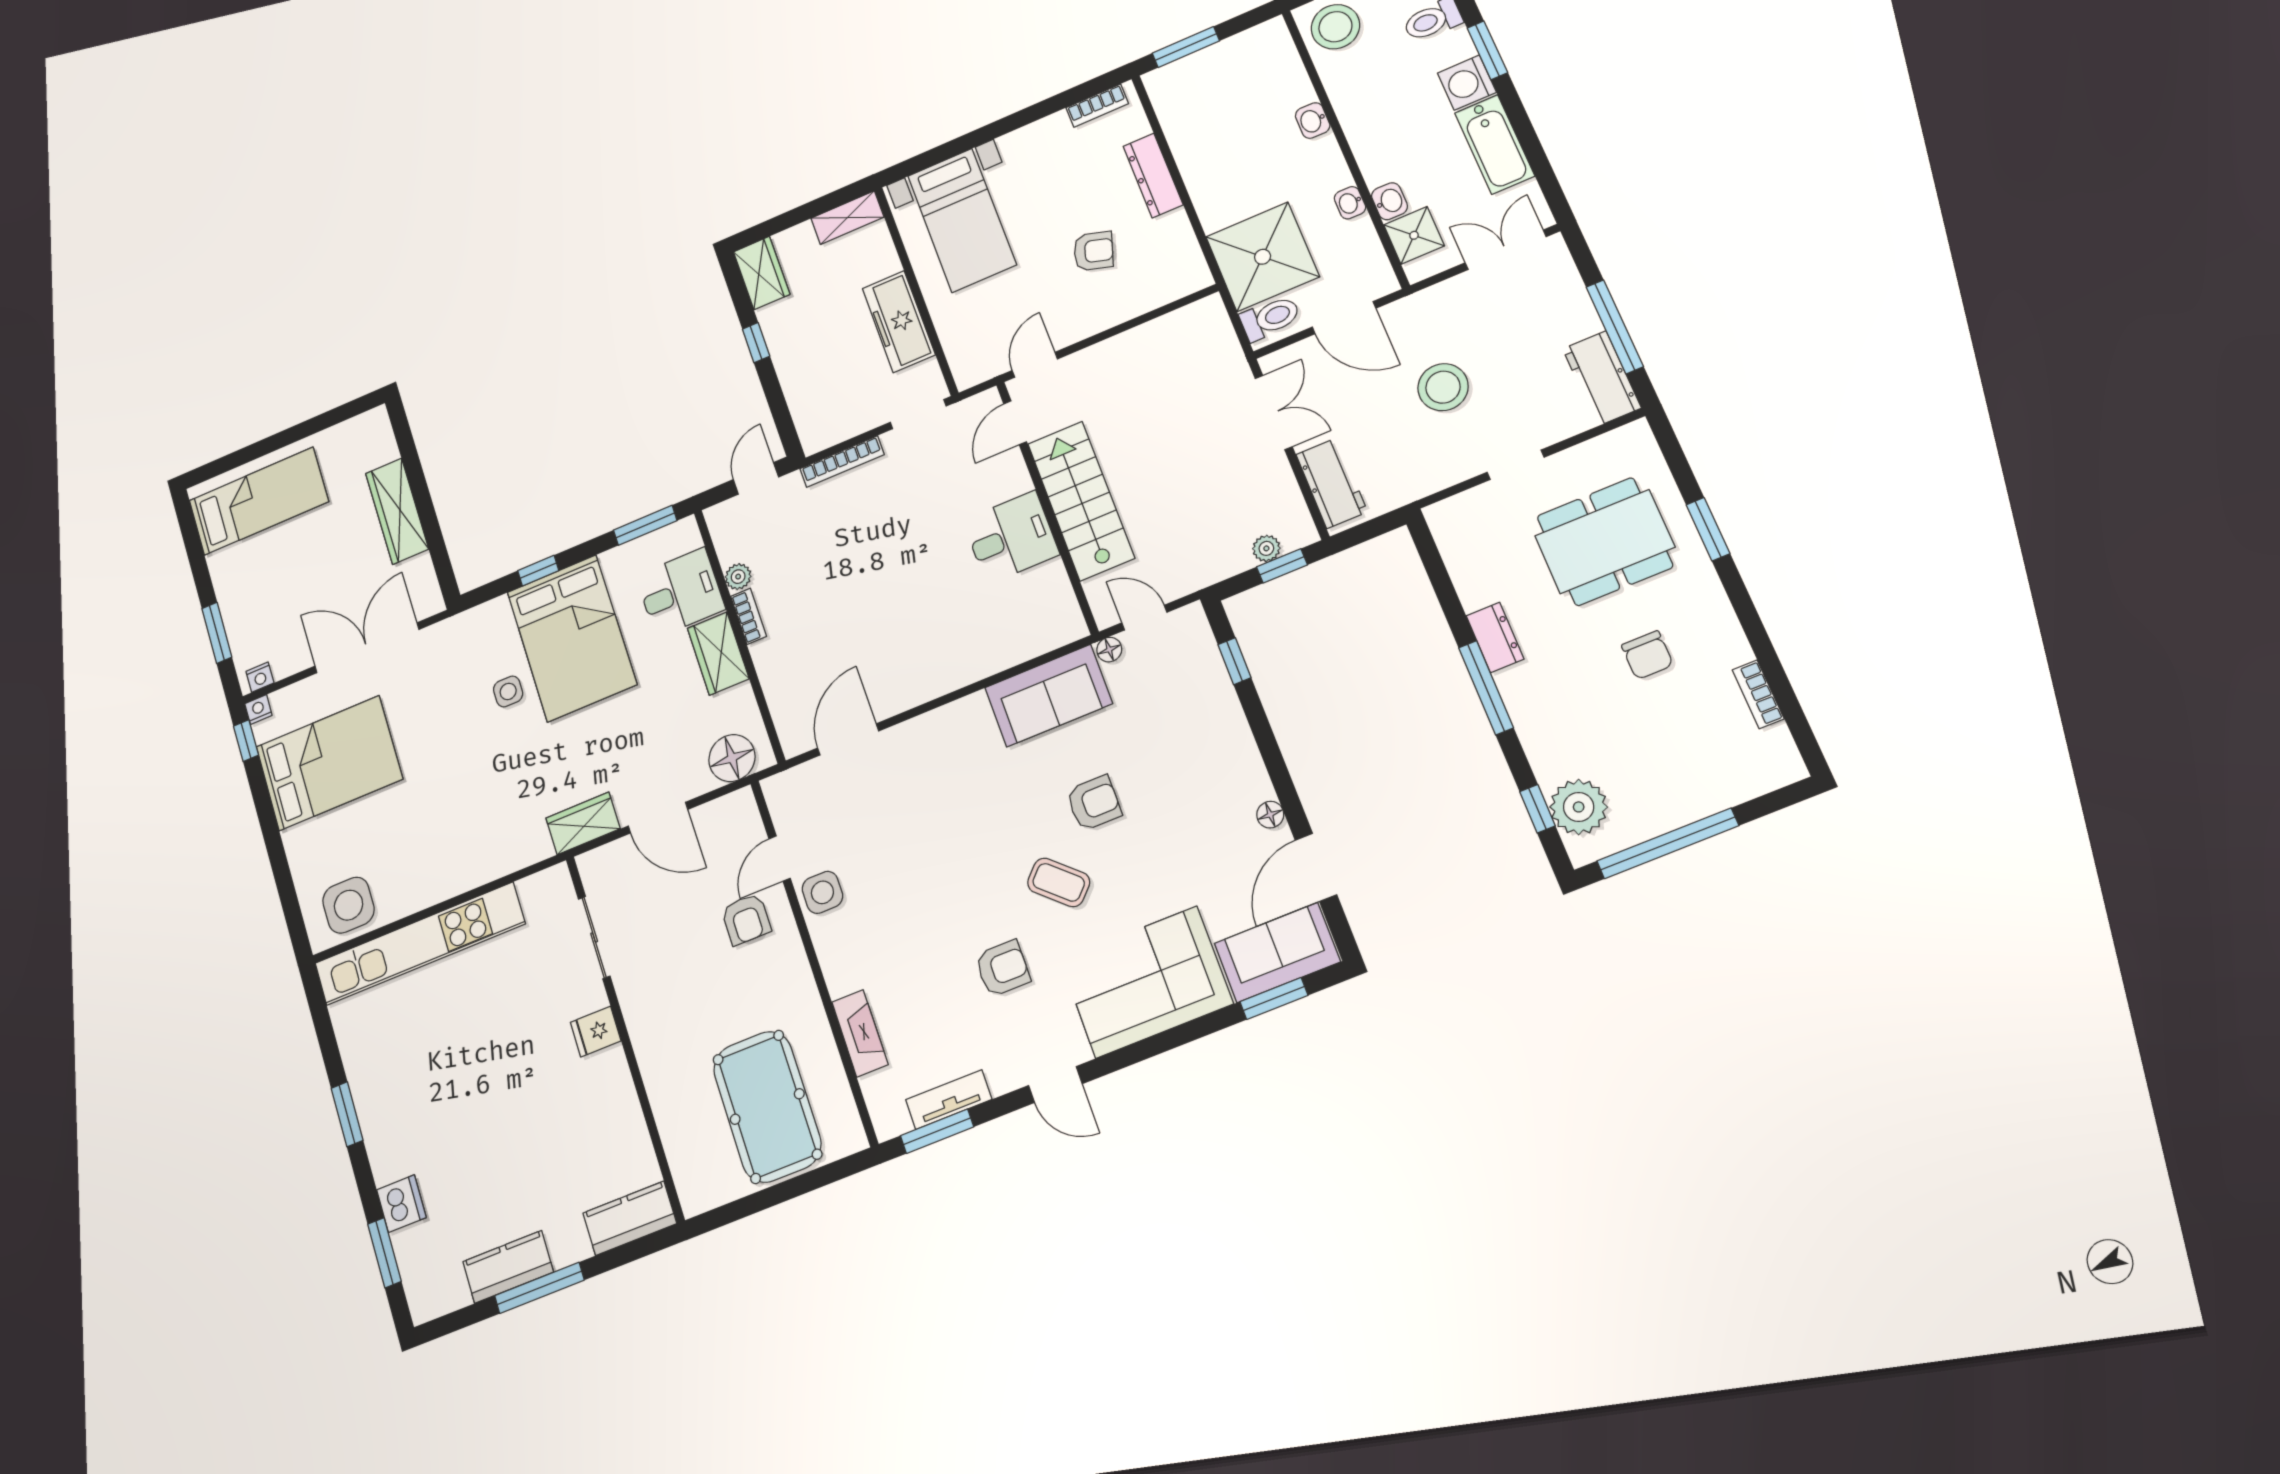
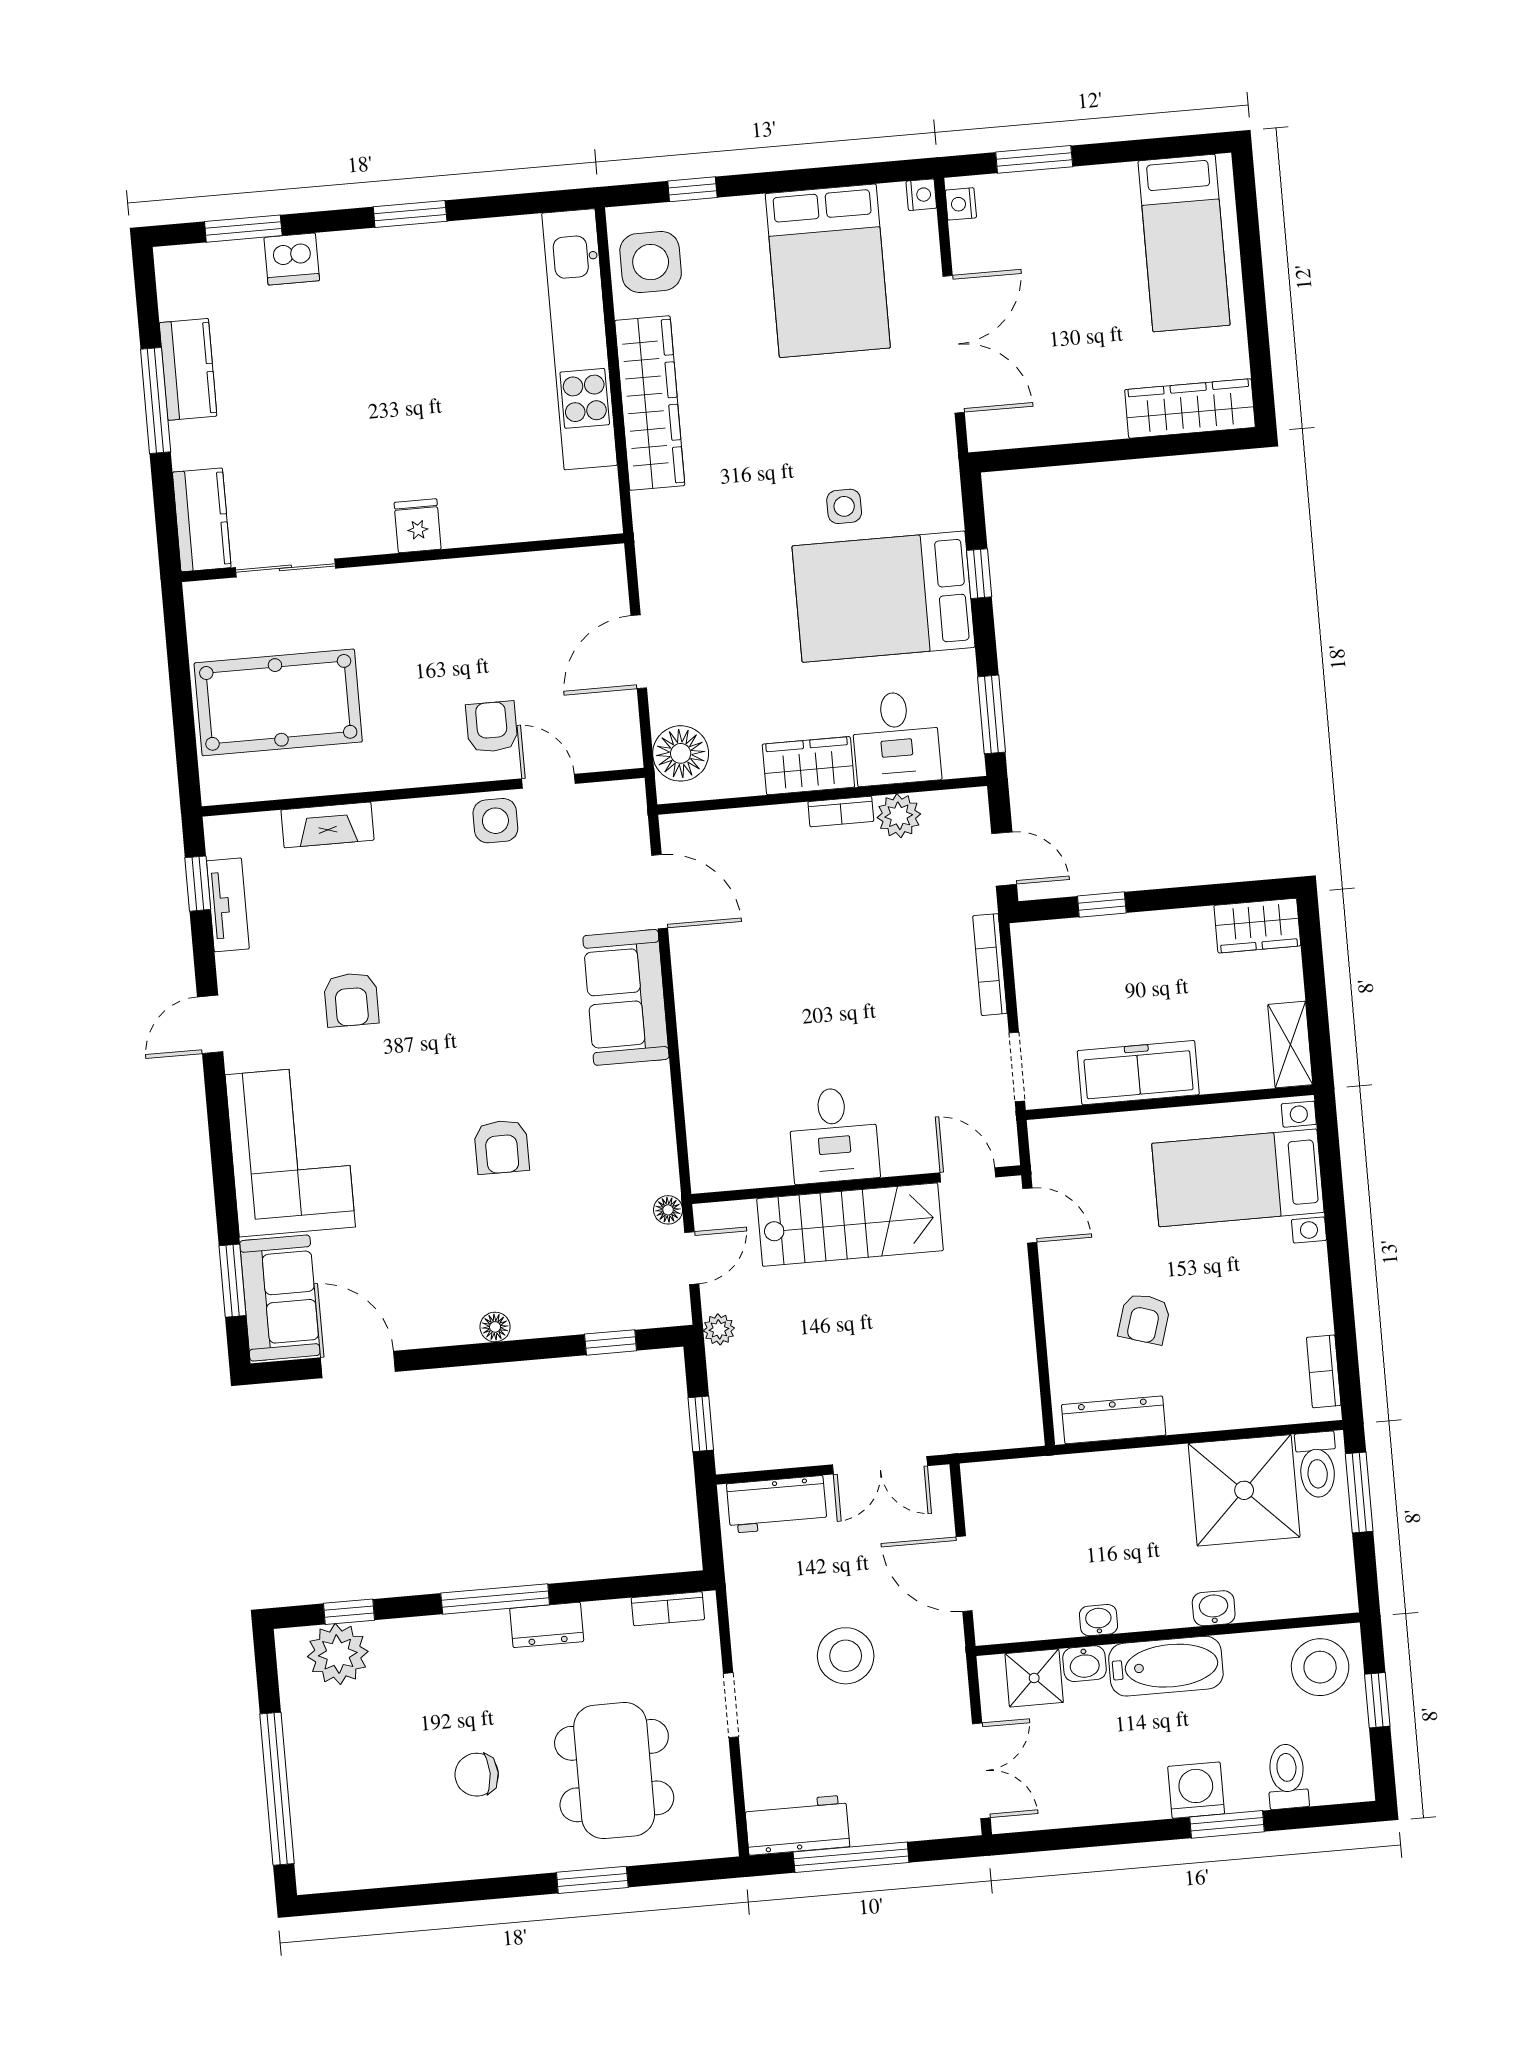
bathtub: (1495, 144) -> (1166, 1666), moved, turned 180
dresser: (1153, 175) -> (1114, 1420), moved
shower: (1263, 257) -> (1244, 1490), moved
toilet: (1270, 318) -> (1317, 1465), moved
door: (1344, 318) -> (964, 1574), hinge flipped
window: (756, 343) -> (1102, 905), moved
wardrobe: (397, 511) -> (1190, 408), moved
plant: (1266, 548) -> (719, 1329), moved
plant: (738, 577) -> (899, 816), width x1.38, depth x1.38
bookcase: (1758, 694) -> (668, 1609), moved, turned 180
sofa: (1049, 696) -> (626, 997), moved
window: (246, 741) -> (692, 189), moved
floor lamp: (1270, 815) -> (495, 1327), moved
wardrobe: (583, 823) -> (650, 403), moved, width x2.10, depth x1.17
window: (1668, 843) -> (277, 1789), moved
coffee table: (1059, 882) -> (426, 1085), removed
armchair: (746, 919) -> (492, 727), turned 90
sliding door: (594, 937) -> (285, 568), moved
window: (937, 1131) -> (198, 884), width x0.67

